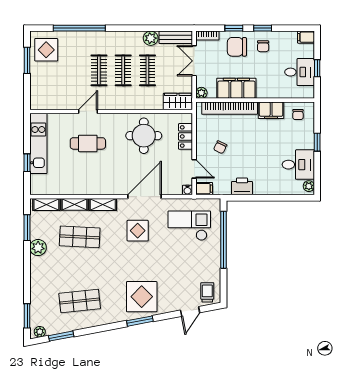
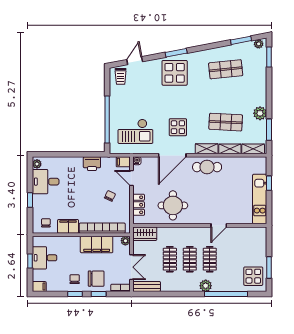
plant: (151, 38) -> (206, 286), moved
cafe table: (88, 143) -> (207, 167), moved

